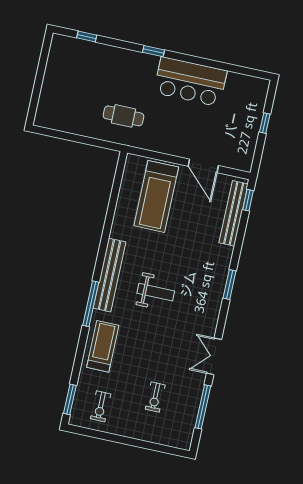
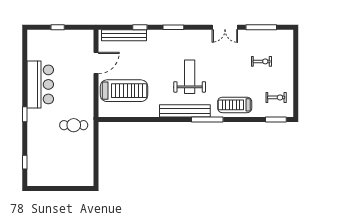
cafe table: (123, 116) -> (74, 125), turned 90
window: (248, 200) -> (140, 27), moved
weight bench: (156, 292) -> (190, 77), width x1.36, depth x1.33

